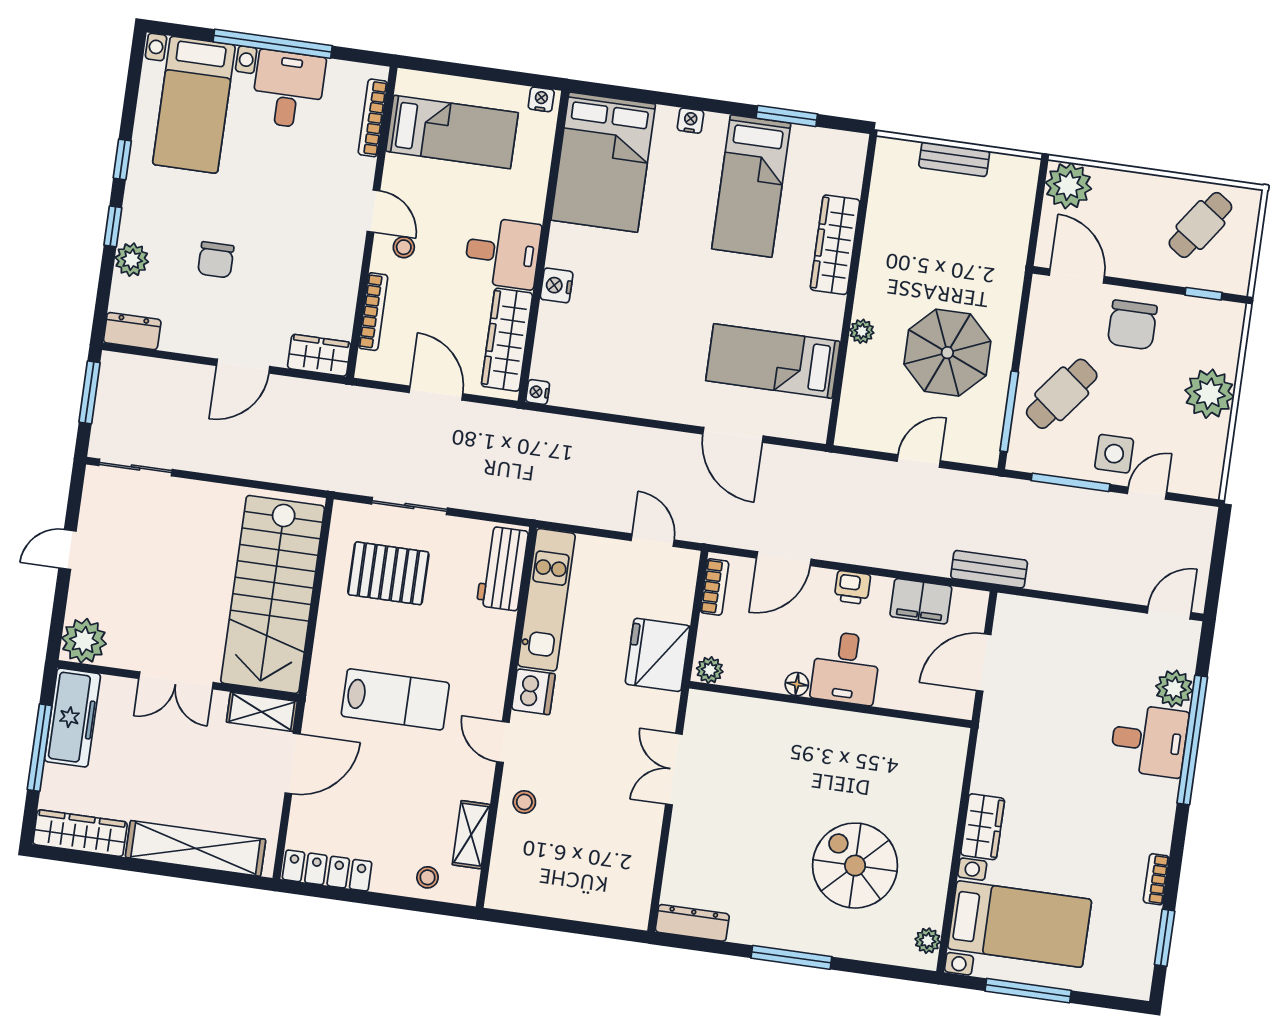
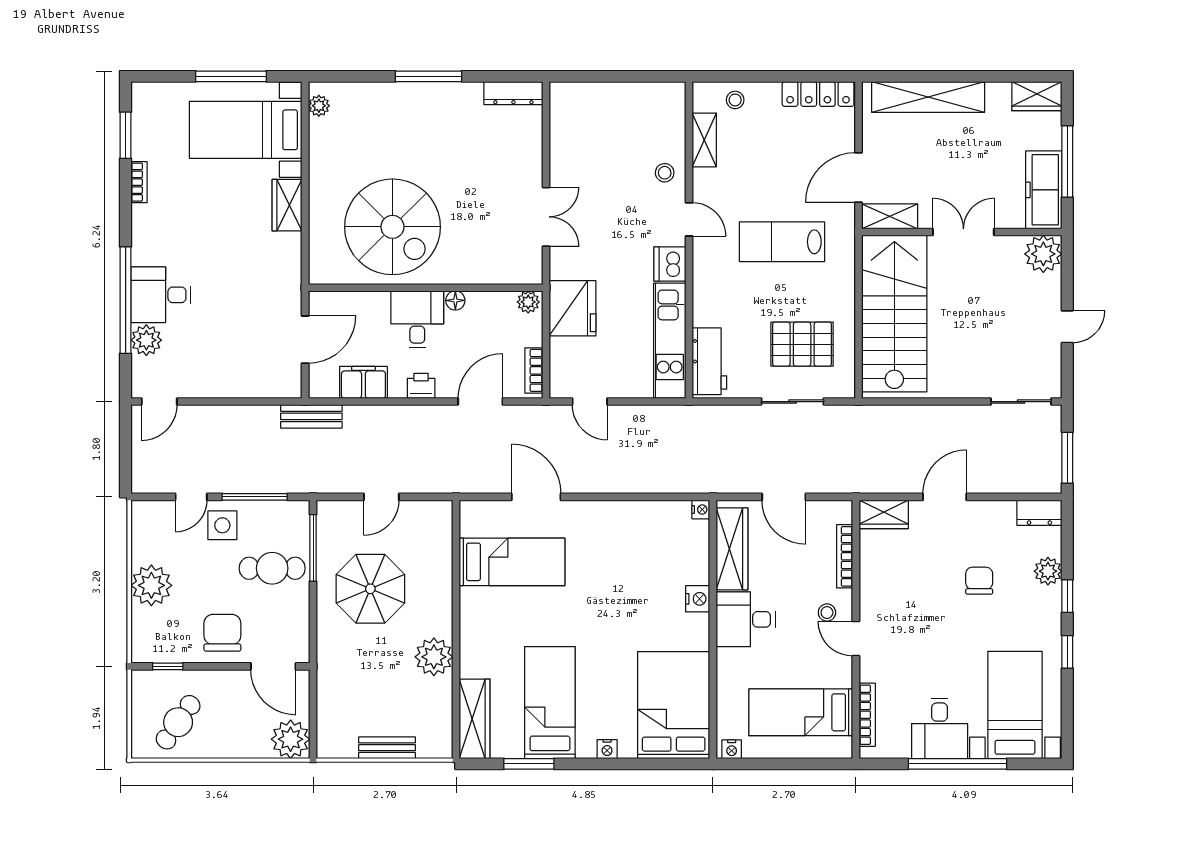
wardrobe: (835, 245) -> (475, 719), moved
plant: (862, 331) -> (434, 657), moved, width x1.88, depth x1.88
cafe table: (1062, 394) -> (272, 568), turned 52
wardrobe: (80, 833) -> (1037, 96), width x0.67
spiral stairs: (855, 866) -> (392, 227), moved, width x1.37, depth x1.37

